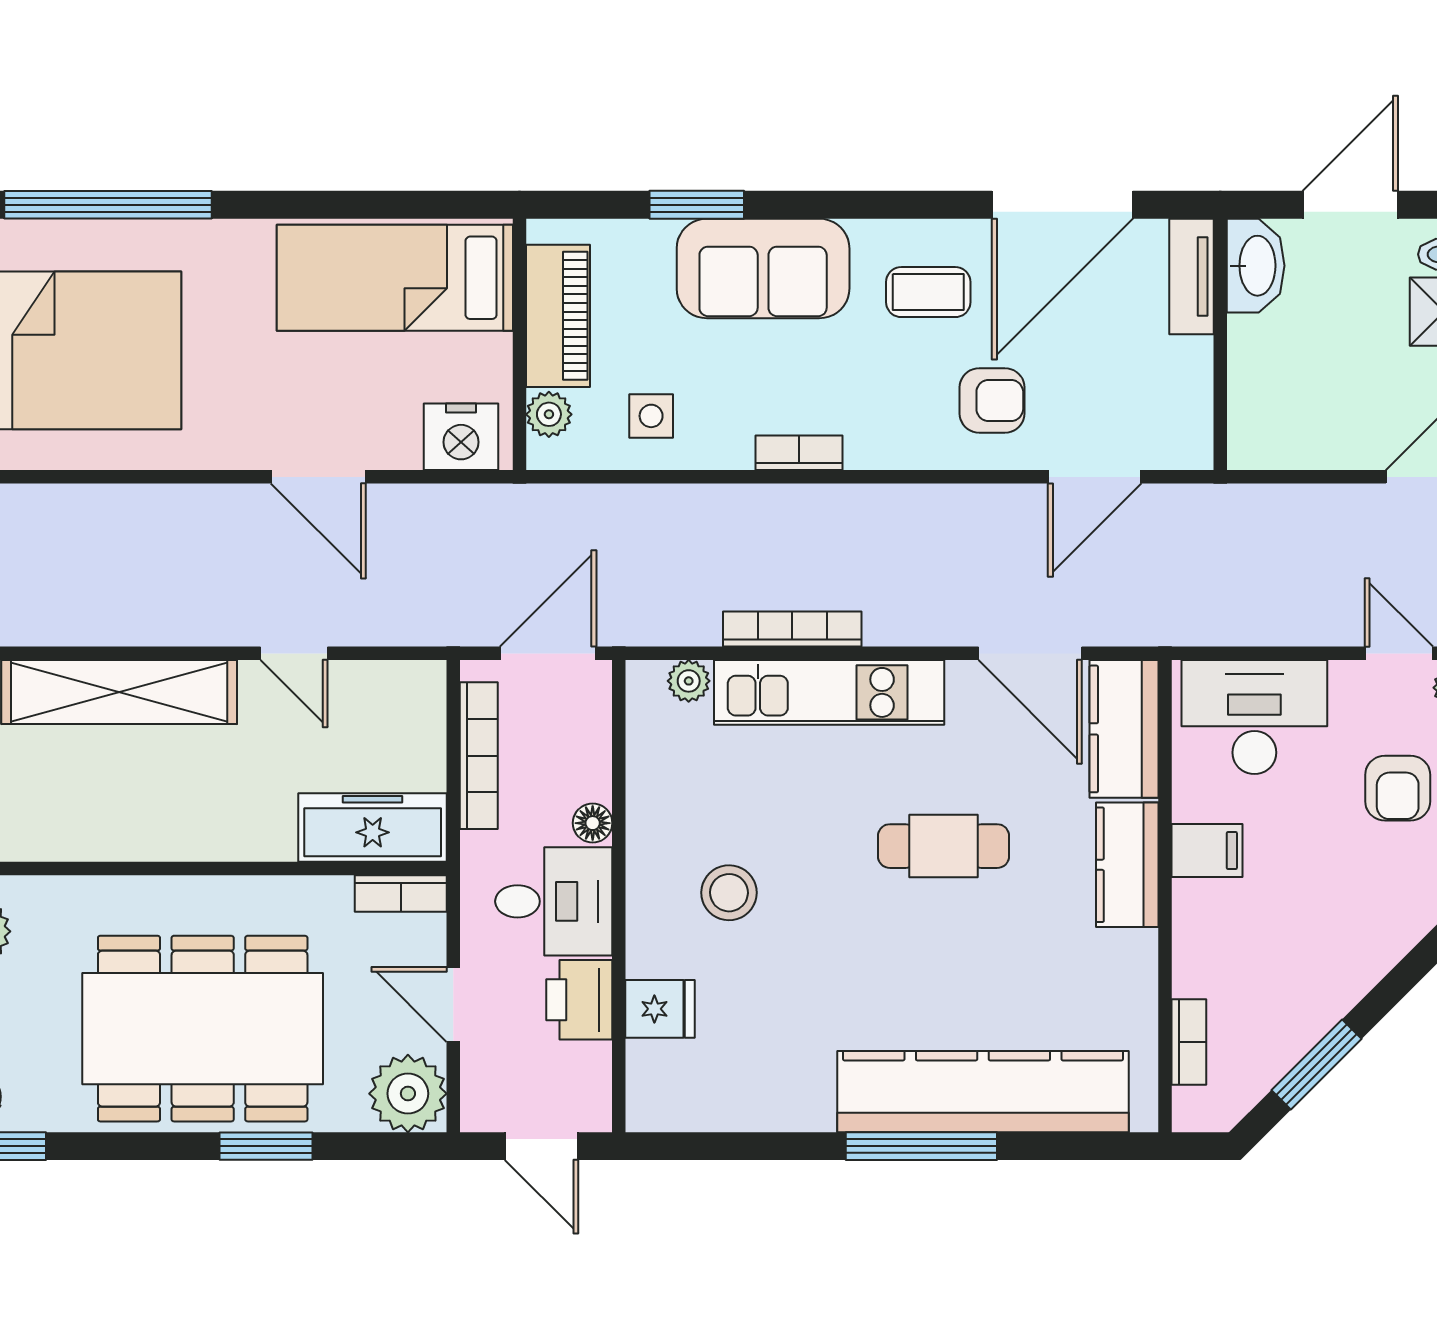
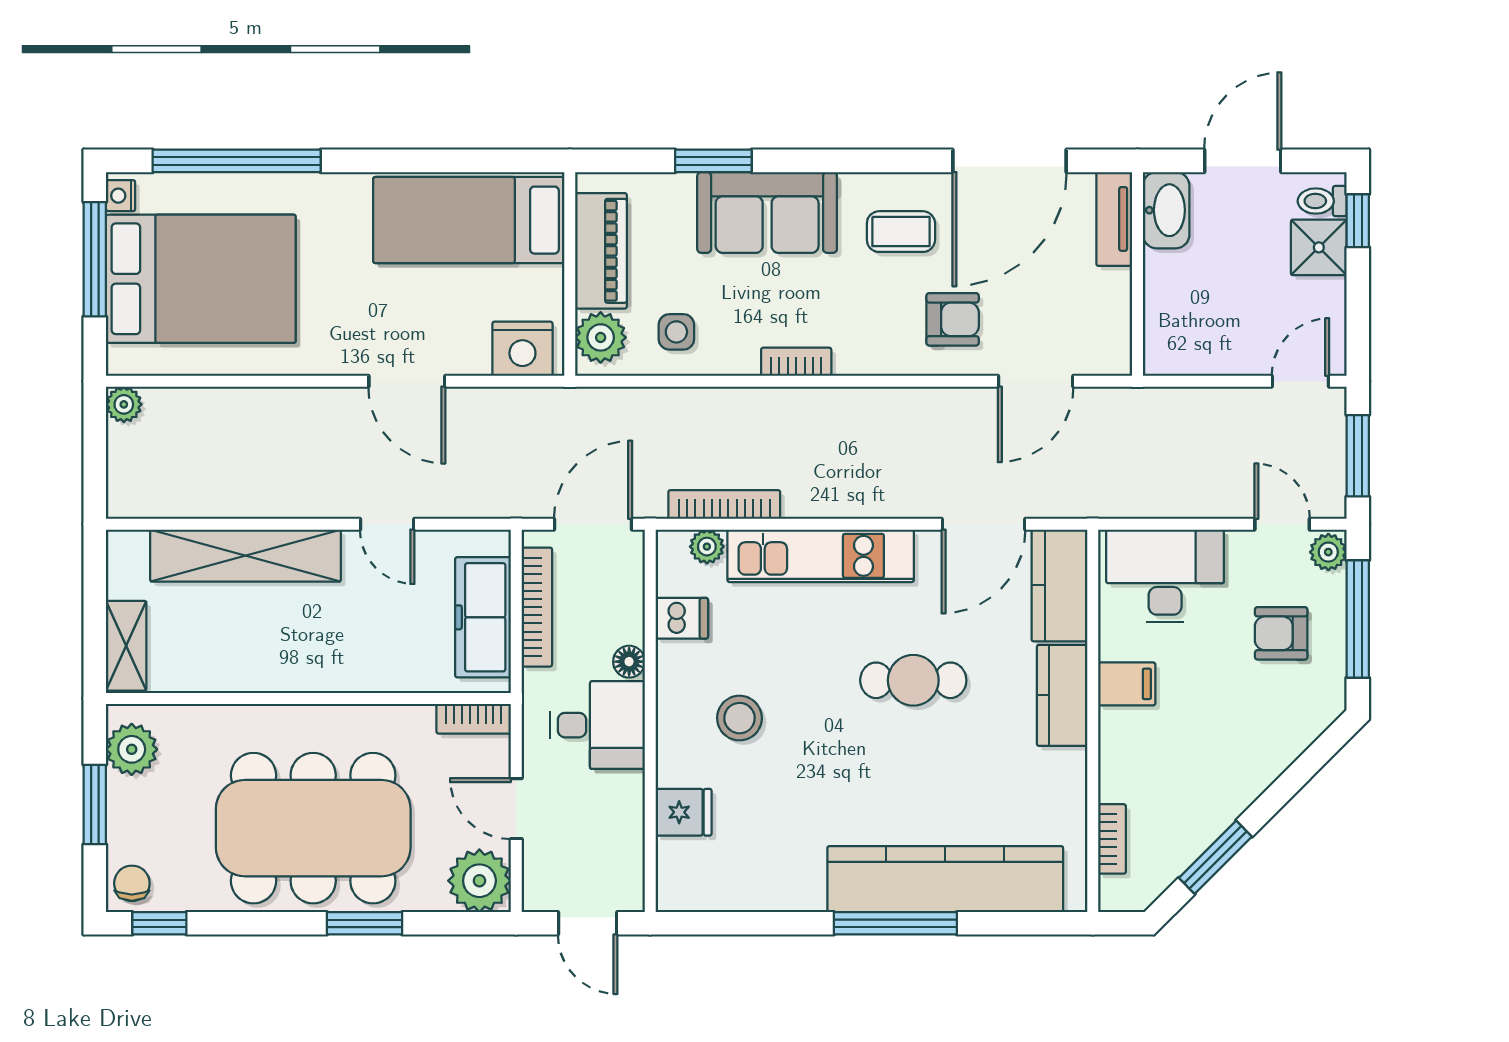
plant: (549, 414) -> (601, 337), width x1.38, depth x1.38
bookcase: (792, 629) -> (724, 505), moved
door: (1030, 653) -> (983, 524), hinge flipped
dishwasher: (658, 769) -> (682, 618), added
armchair: (1398, 788) -> (1281, 633), turned 90
freezer: (373, 827) -> (483, 617), moved, turned -90
printer: (579, 1000) -> (618, 805), removed

